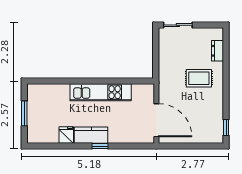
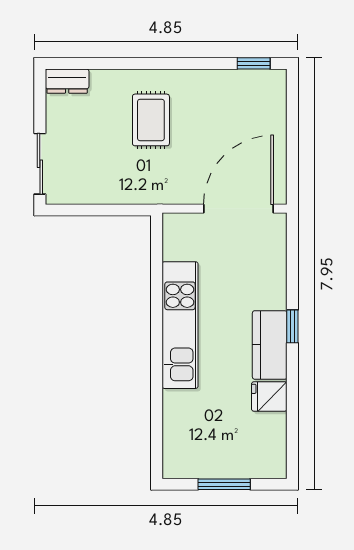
dresser: (218, 51) -> (67, 81), moved

